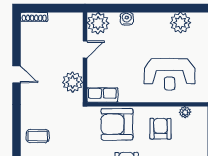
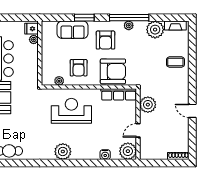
row of seats: (102, 95) -> (119, 94), width x1.48

